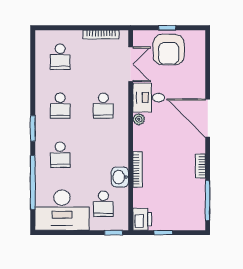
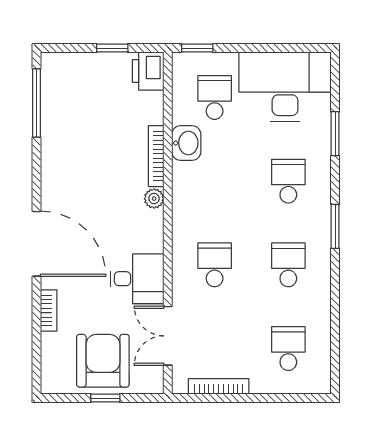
plant: (139, 119) -> (154, 199), moved
bookcase: (200, 166) -> (49, 310), moved
window: (33, 182) -> (335, 134), width x0.47

